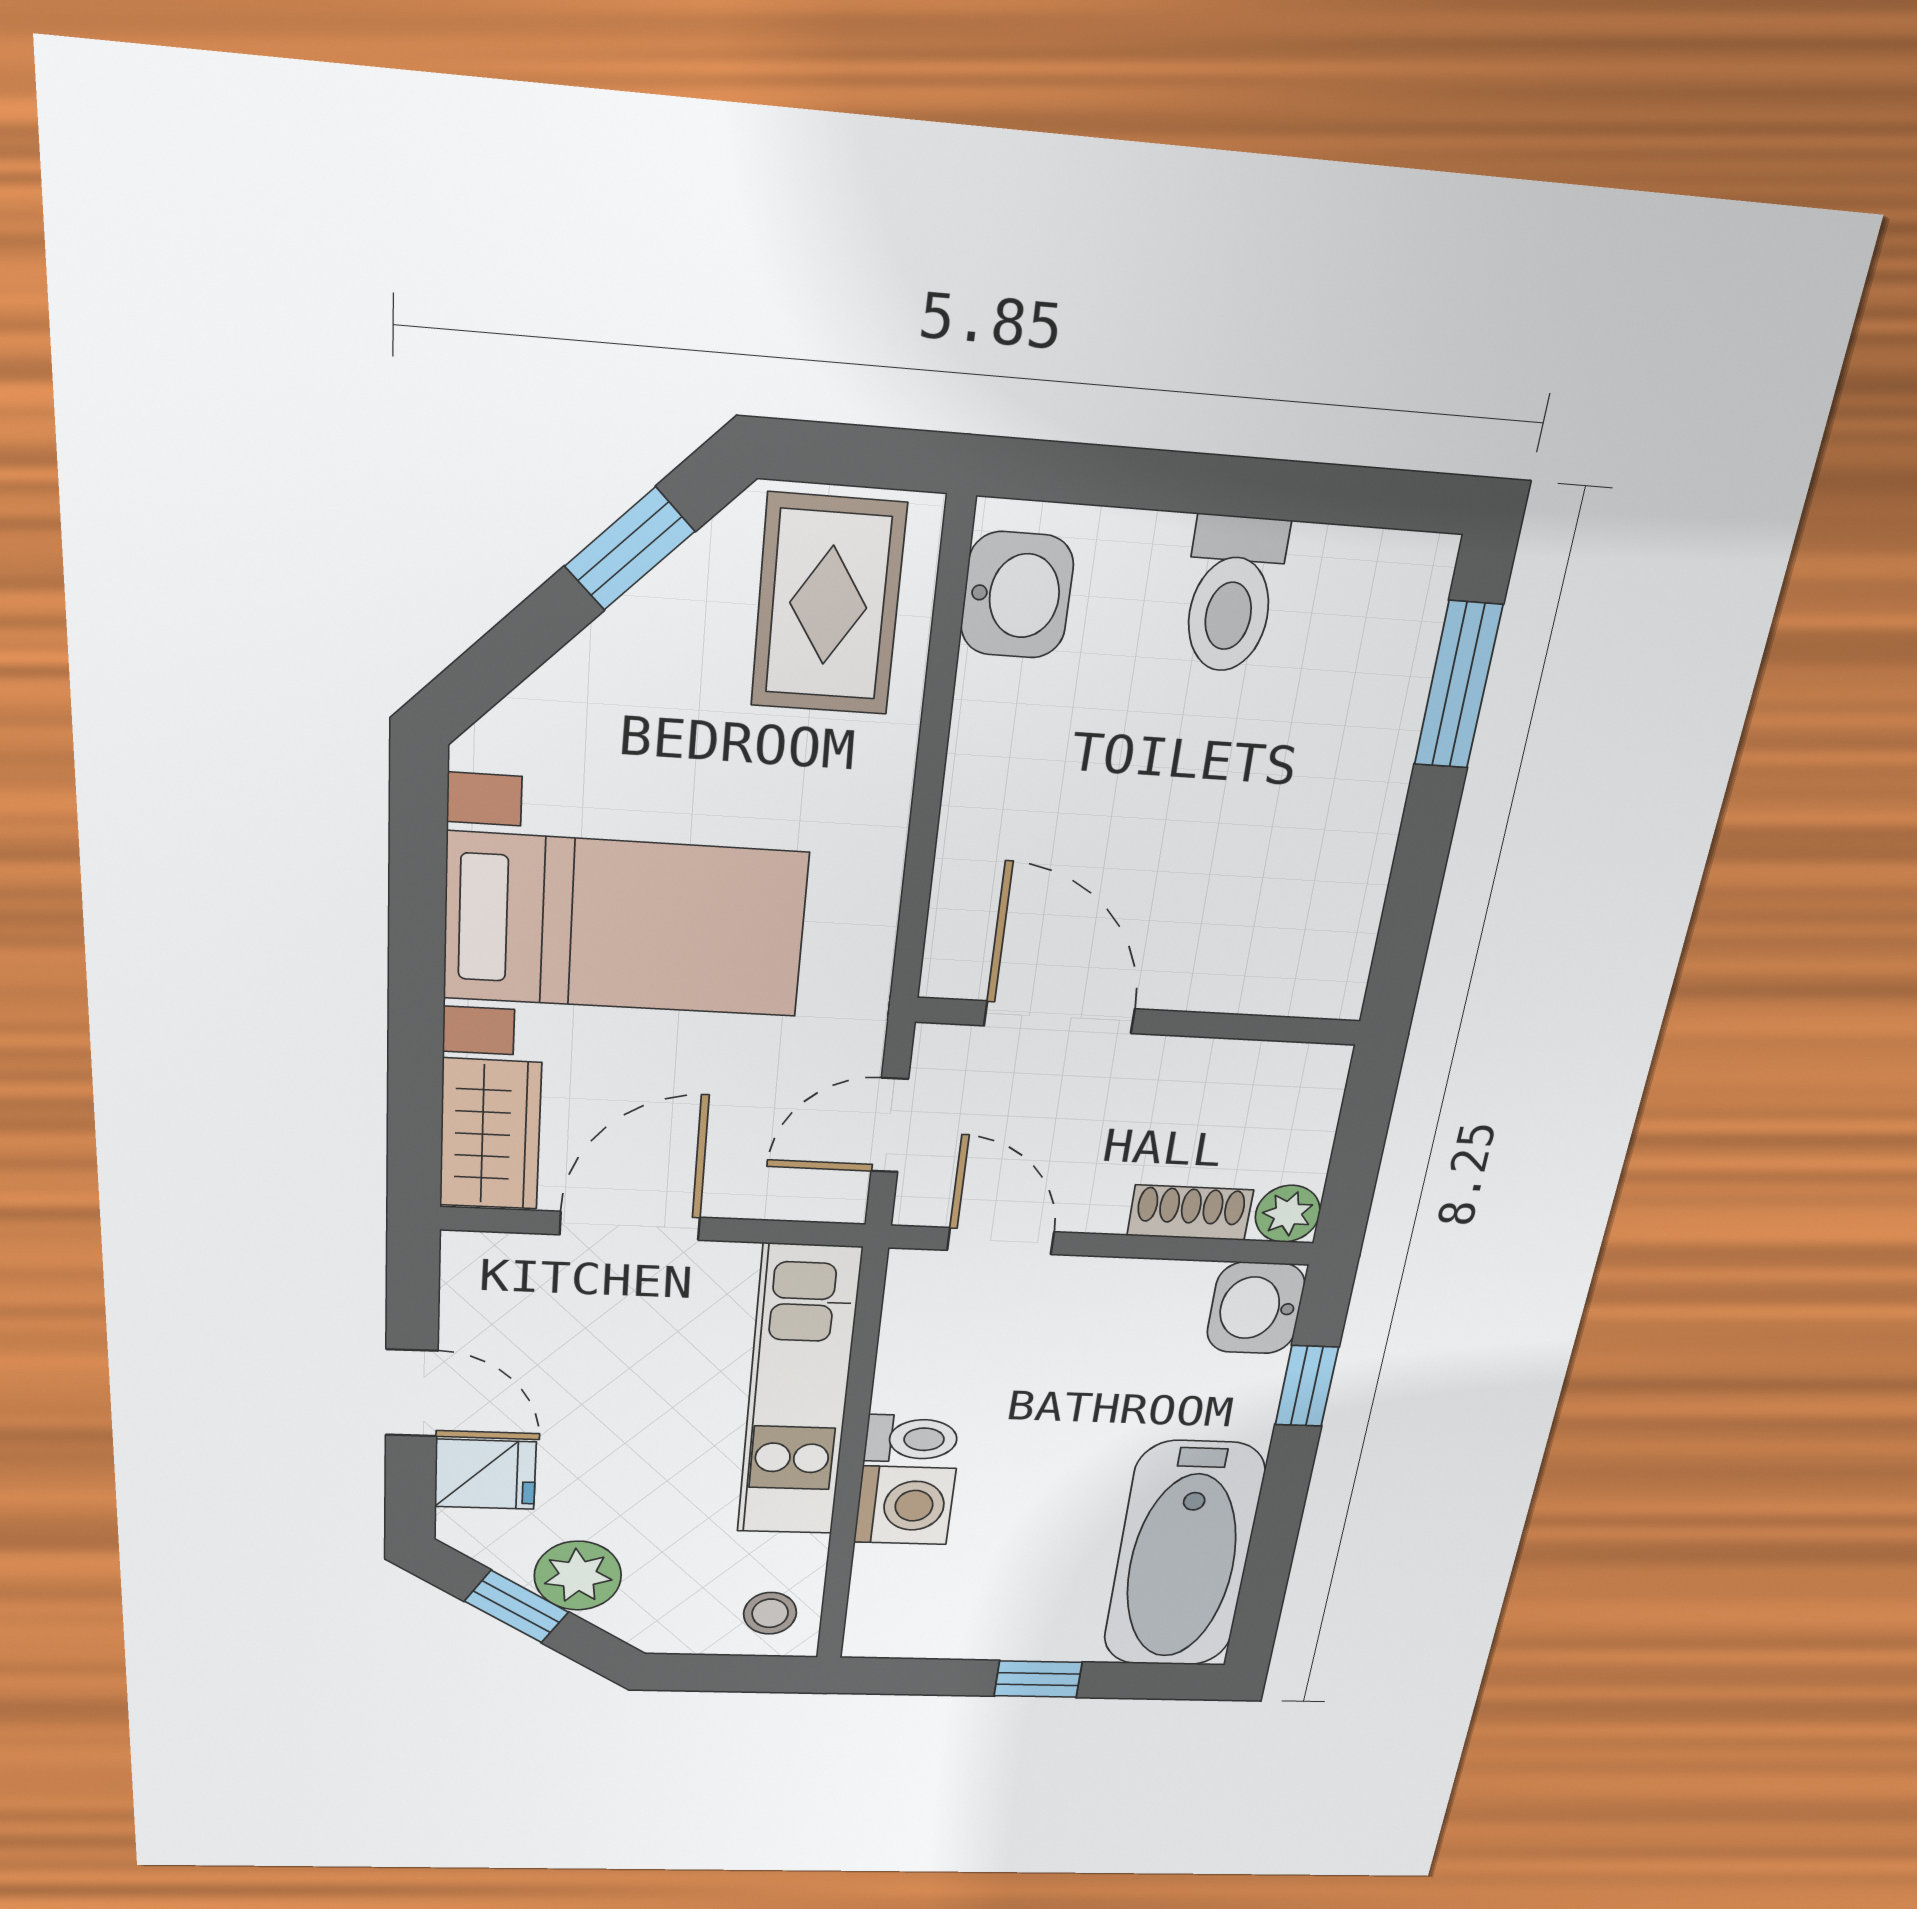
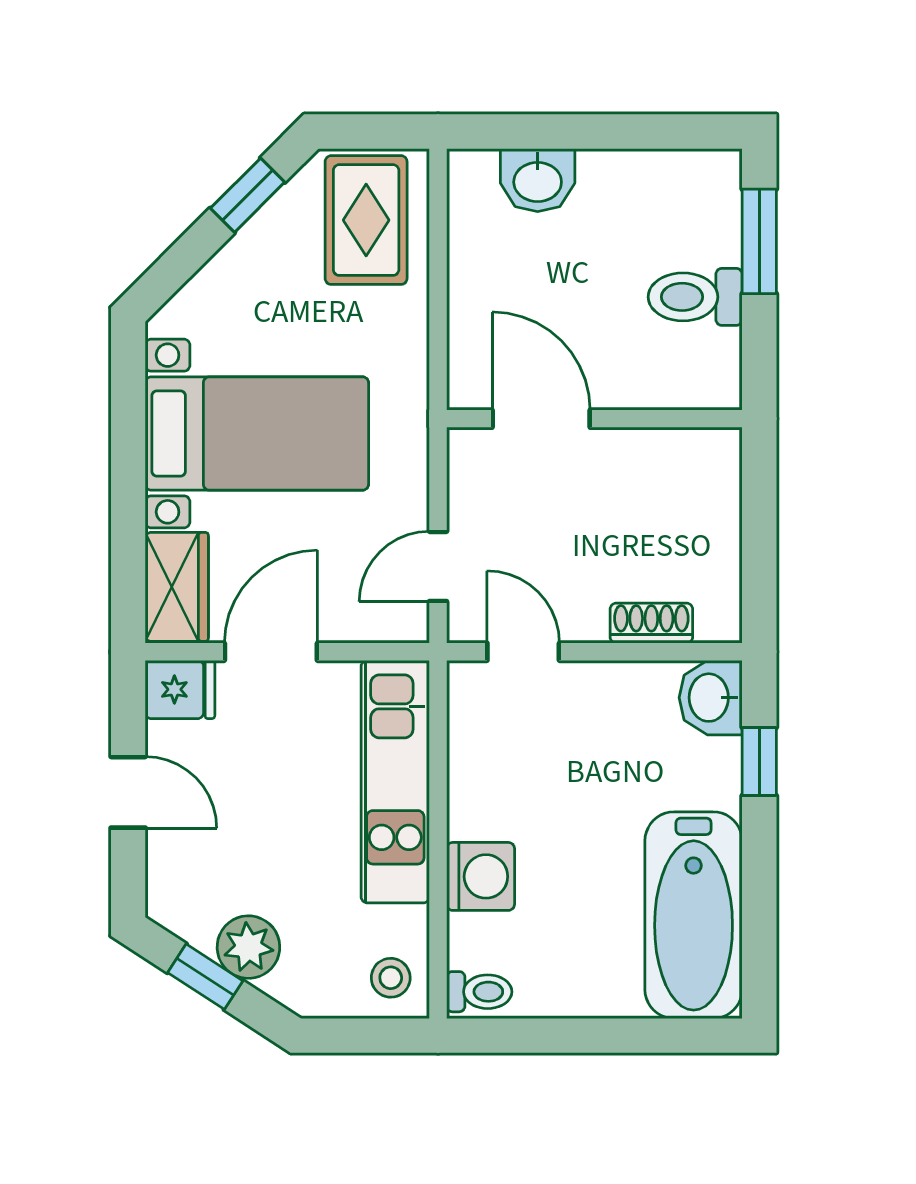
toilet: (1232, 594) -> (695, 297), moved, turned 90
washbasin: (1017, 595) -> (538, 180), moved, turned 90
door: (1059, 1017) -> (541, 419), moved
wall: (1139, 1021) -> (594, 419), moved
plant: (1288, 1214) -> (720, 621), removed
toilet: (911, 1439) -> (479, 992), moved
fridge: (485, 1474) -> (180, 689), moved
window: (1038, 1679) -> (600, 1036), removed

